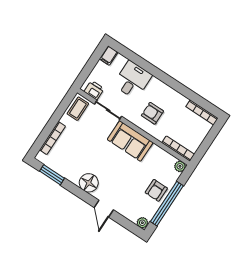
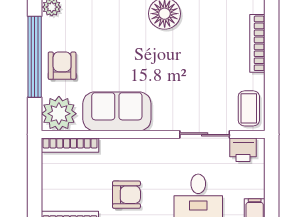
armchair: (152, 113) -> (126, 195), moved
sofa: (130, 141) -> (117, 111), moved
plant: (180, 166) -> (59, 114), width x1.88, depth x1.88

